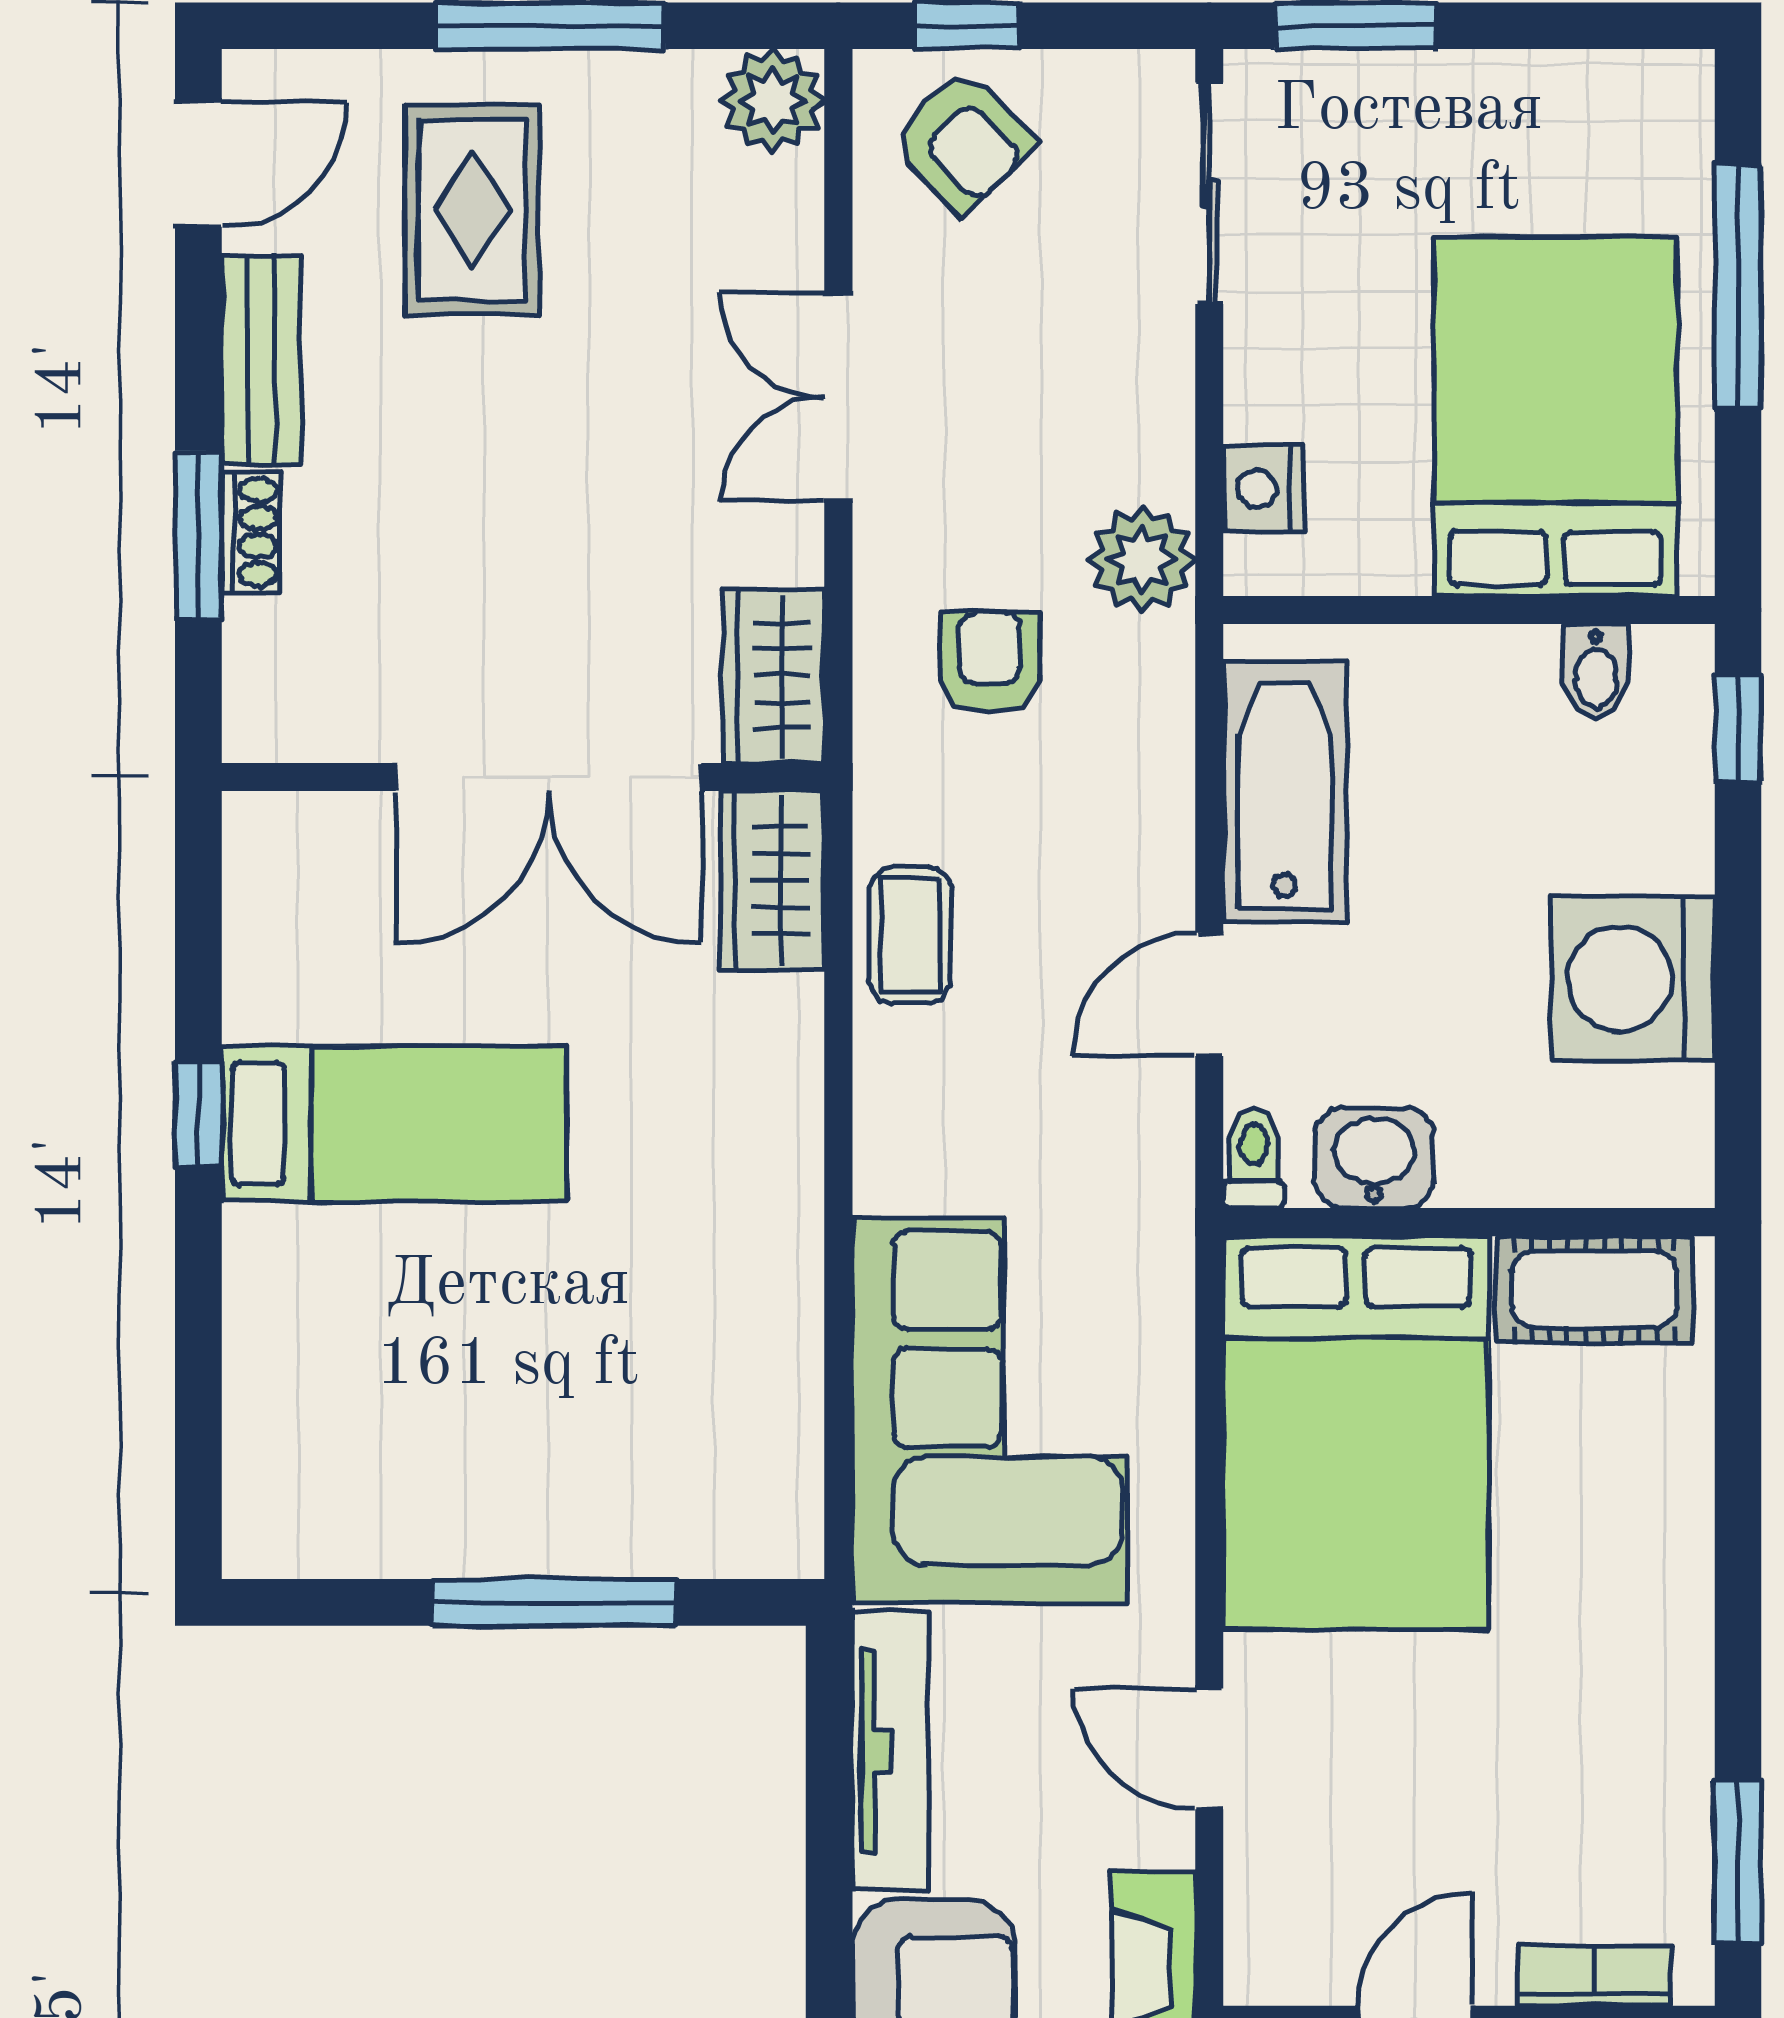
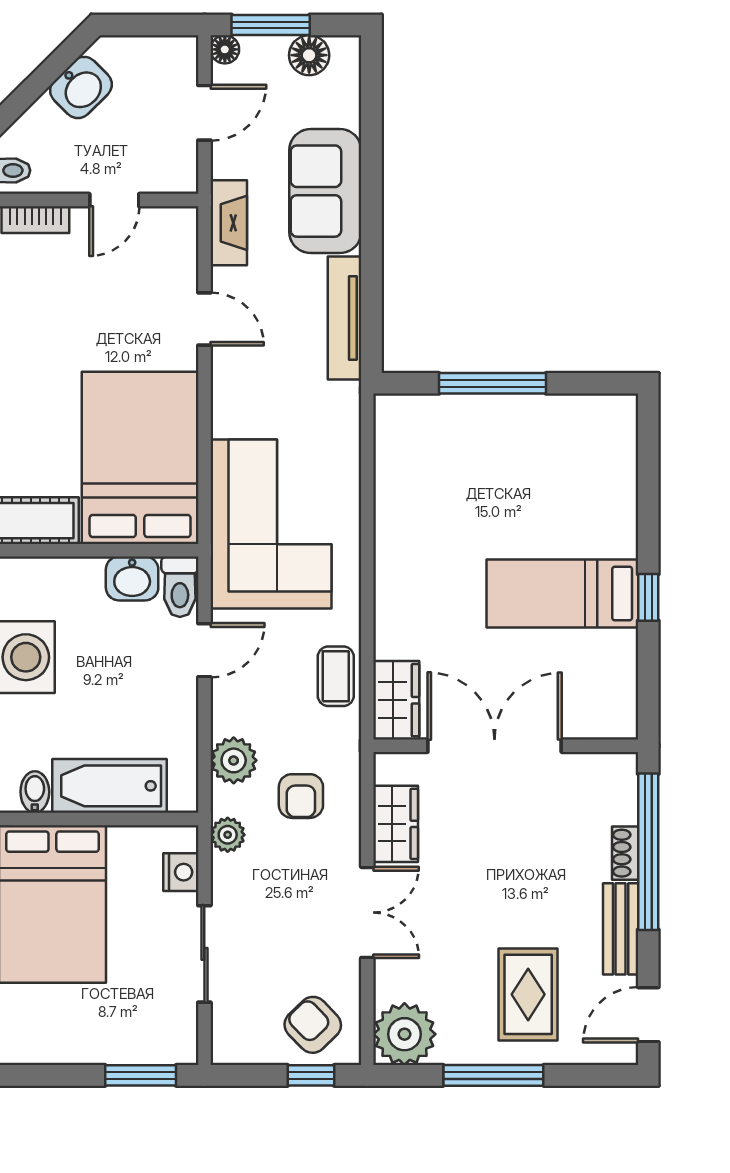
plant: (773, 101) -> (404, 1034), width x1.36, depth x1.36
sliding door: (1209, 193) -> (204, 954), moved
window: (198, 535) -> (648, 852), width x2.11
plant: (1142, 559) -> (228, 835), width x0.73, depth x0.73
wardrobe: (774, 676) -> (396, 824), moved
plant: (1143, 743) -> (234, 760), added
bathtub: (1285, 791) -> (109, 786), moved, turned 90
toilet: (1254, 1158) -> (180, 587), width x1.37, depth x1.39
corner sofa: (990, 1410) -> (271, 524), moved, turned 180

